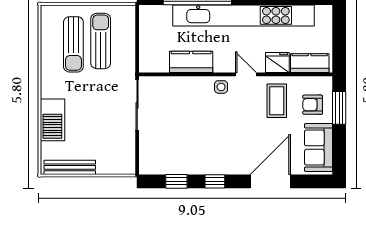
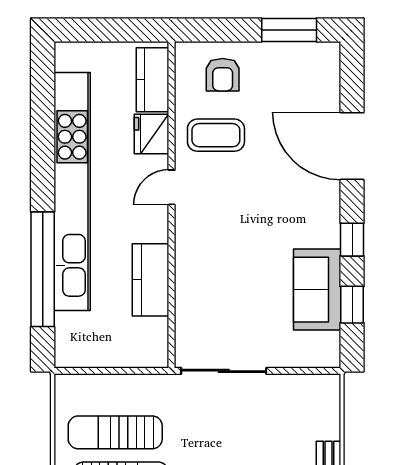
side table: (221, 87) -> (193, 229), removed
window: (339, 108) -> (289, 30), moved
sofa: (318, 148) -> (317, 290), moved, turned 90

